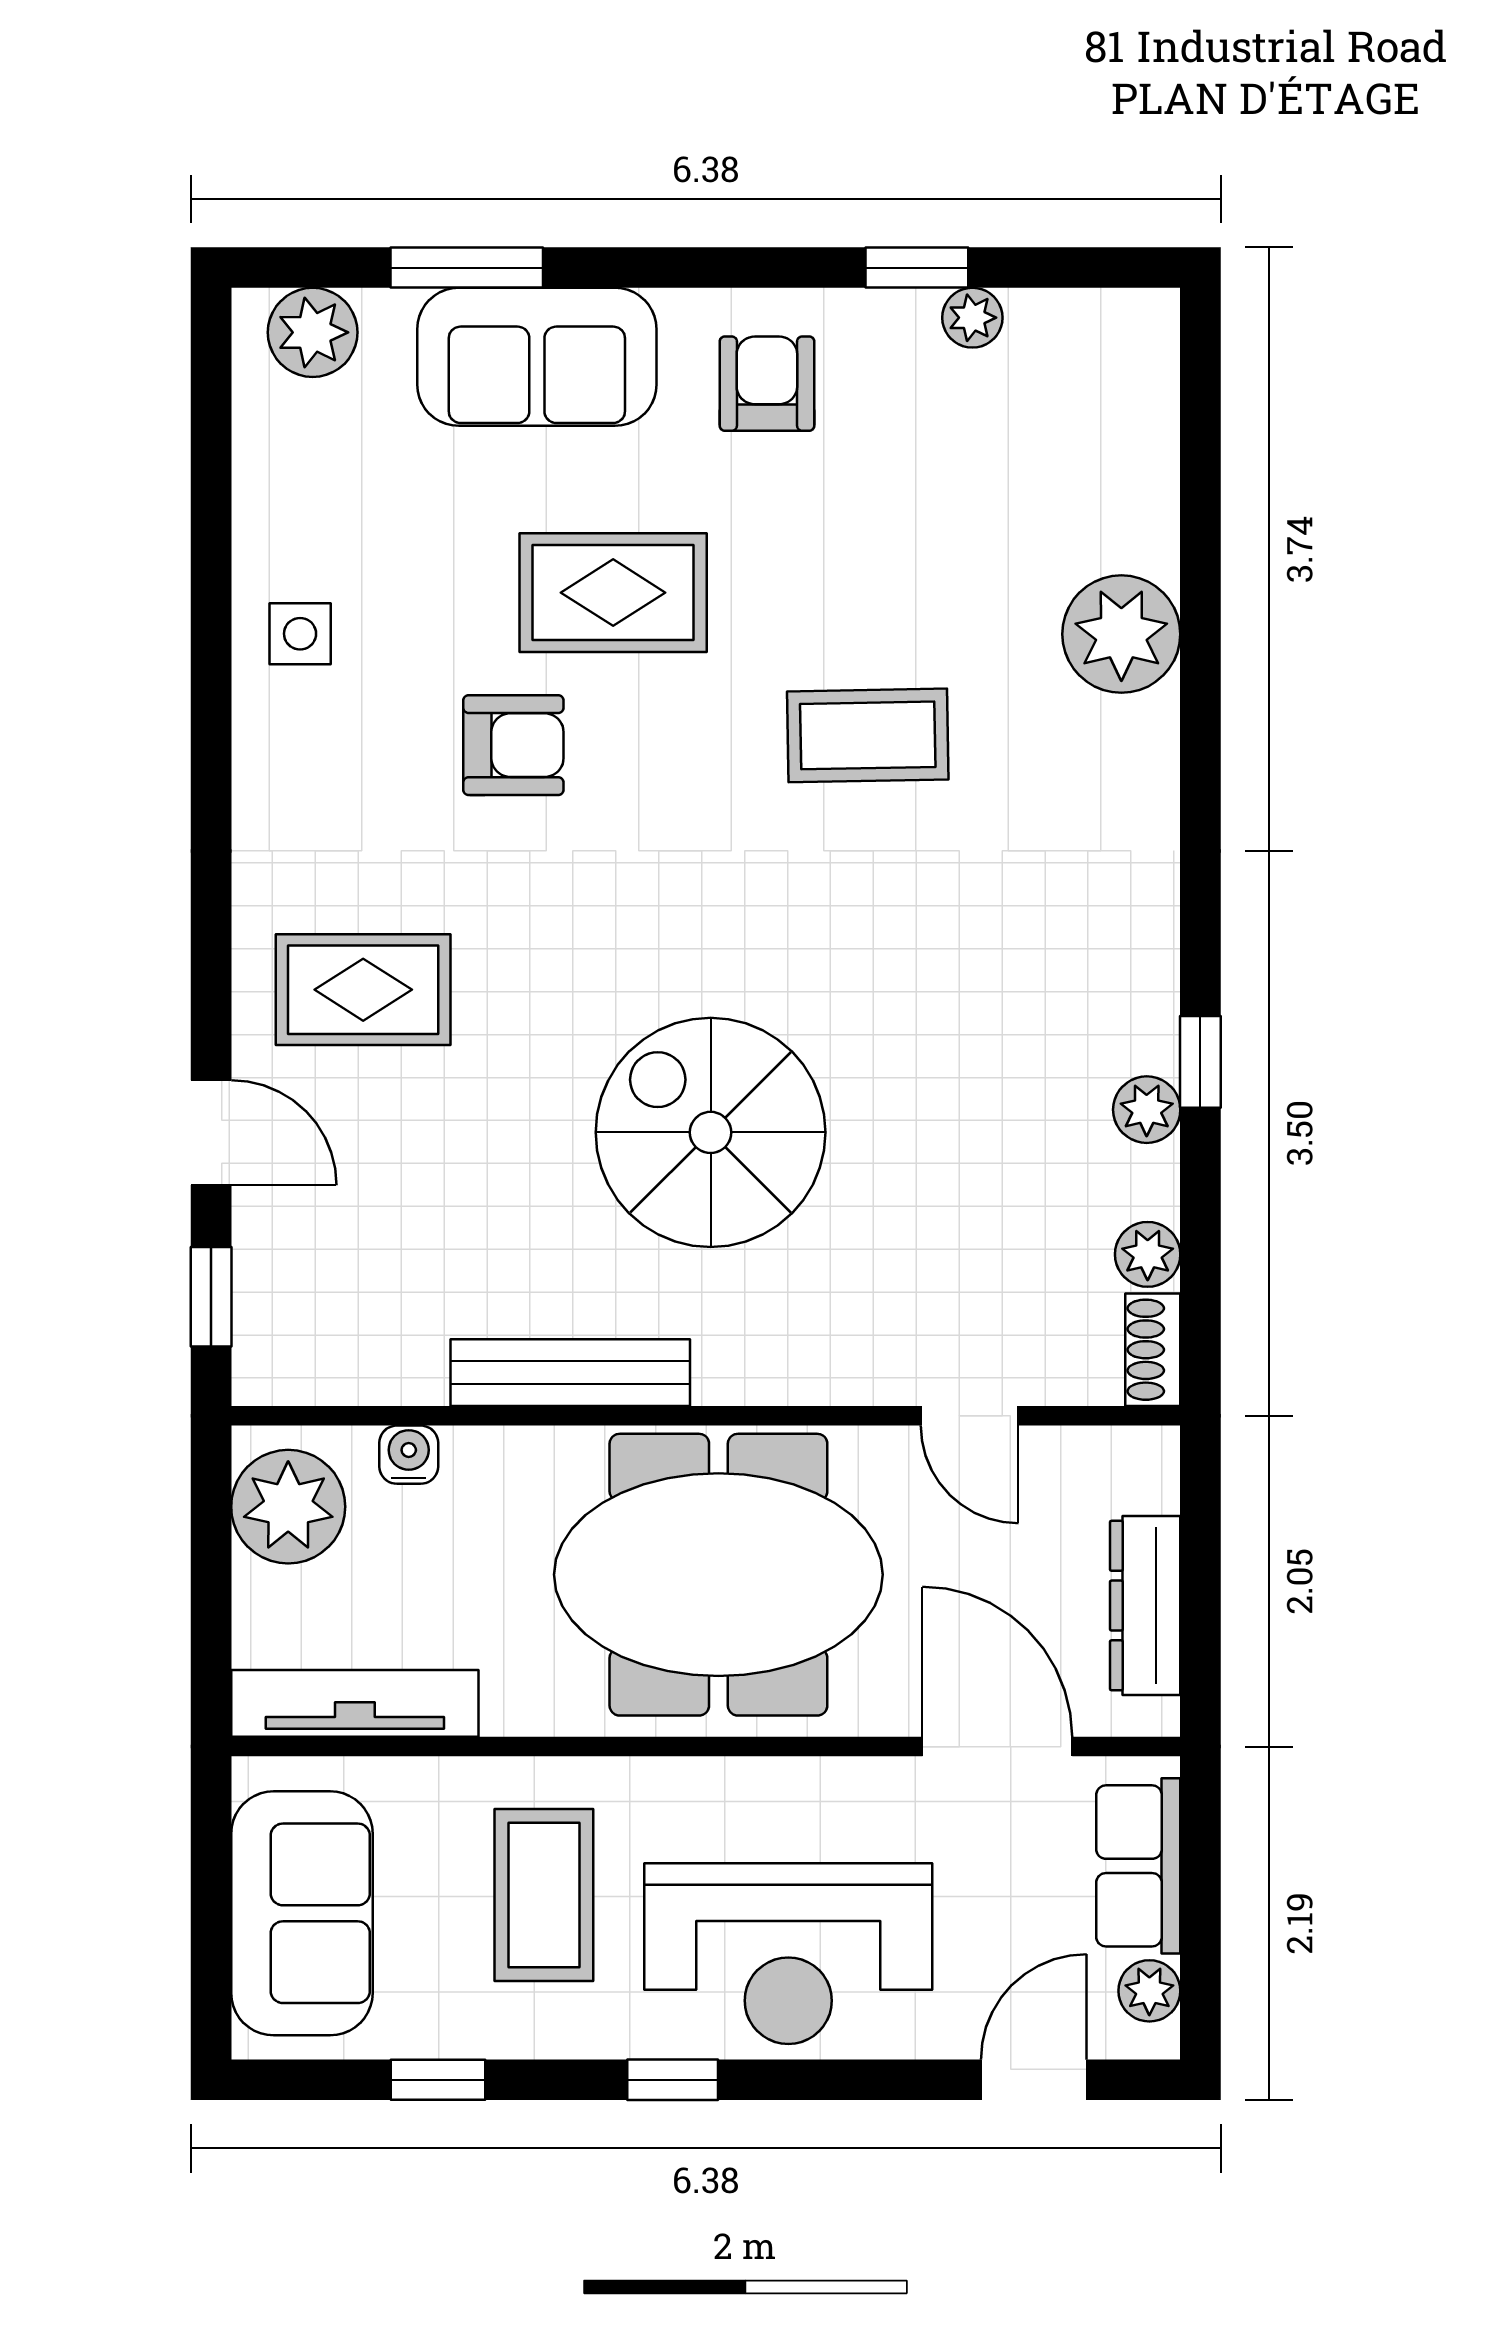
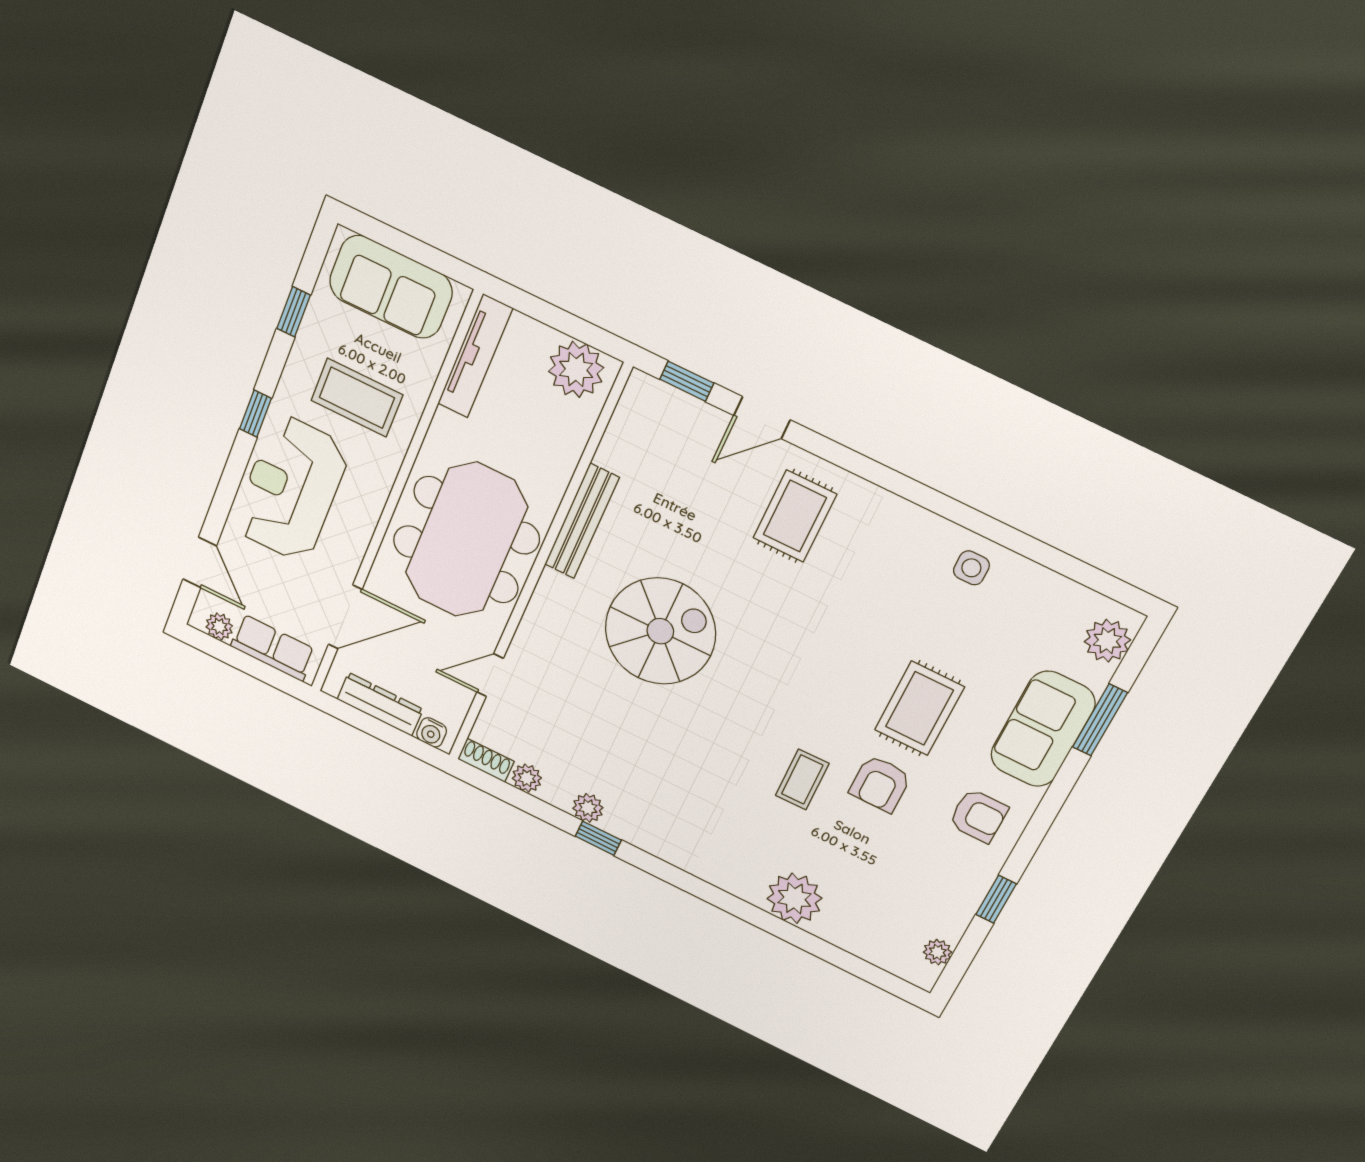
plant: (972, 318) -> (938, 952), moved
coffee table: (868, 735) -> (802, 779), width x0.73, depth x0.77
armchair: (513, 745) -> (880, 784), moved
water cooler: (409, 1455) -> (432, 732), moved, turned 90

